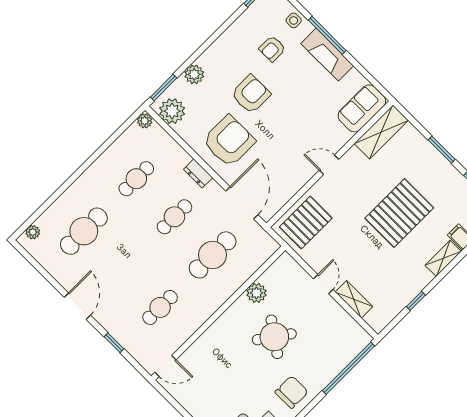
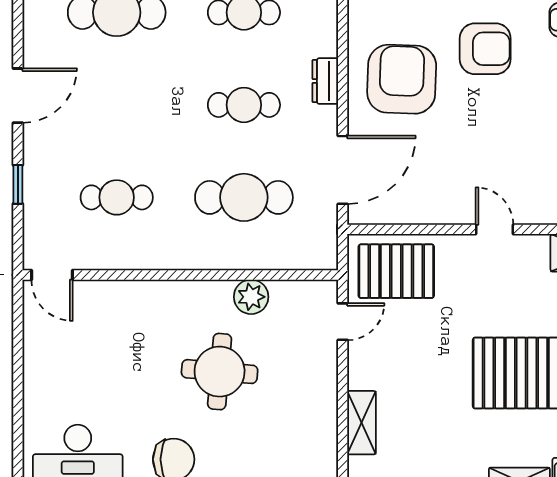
armchair: (229, 141) -> (402, 79), turned -88
door: (323, 284) -> (343, 322), moved
round table: (274, 337) -> (220, 372), turned -30

